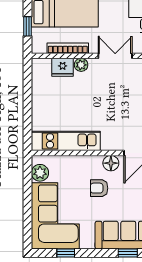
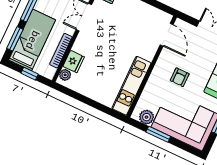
plant: (81, 65) -> (65, 75), moved
floor lamp: (111, 163) -> (165, 59), removed
window: (28, 194) -> (158, 134), added

